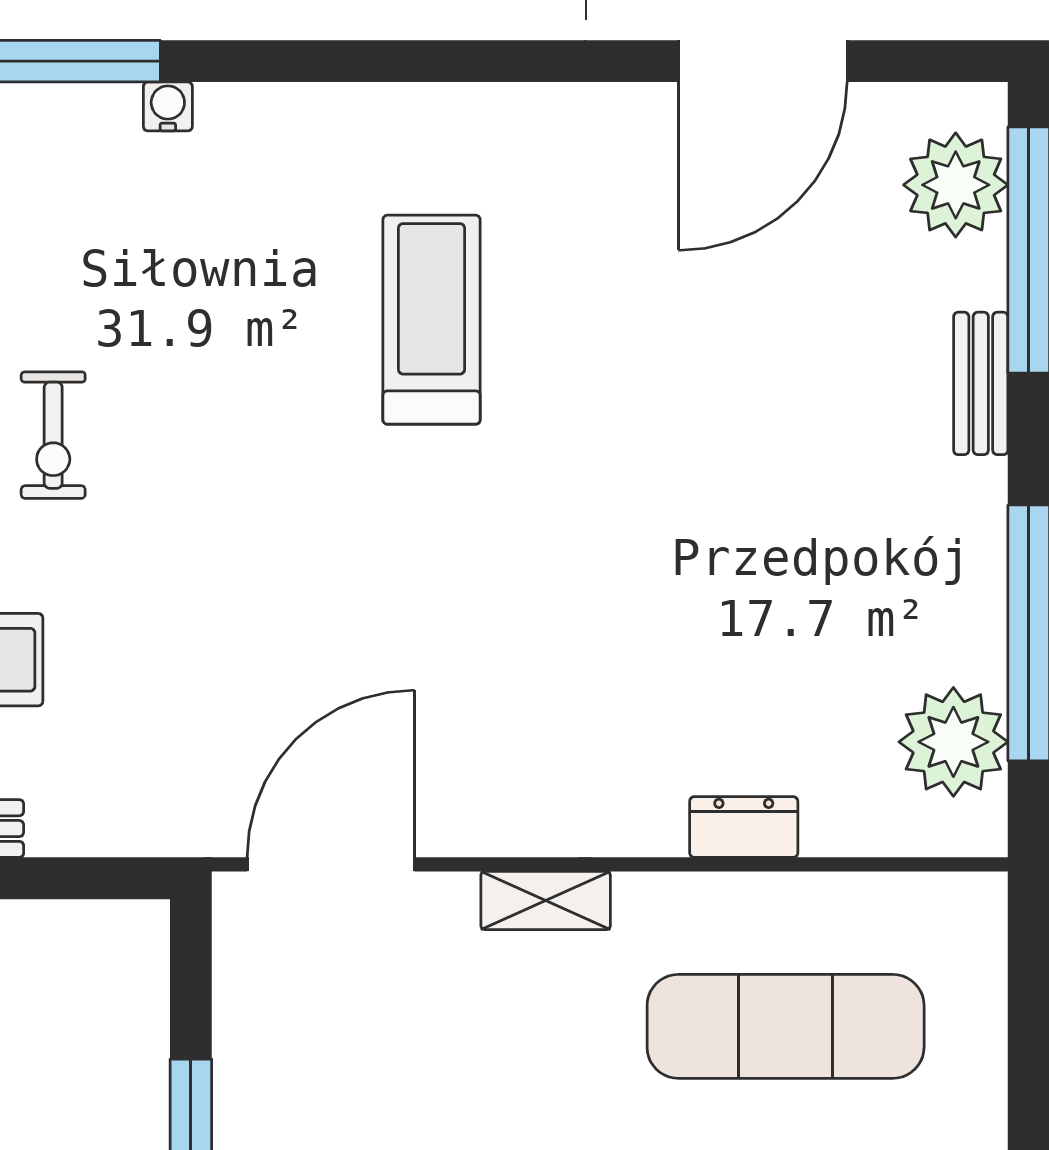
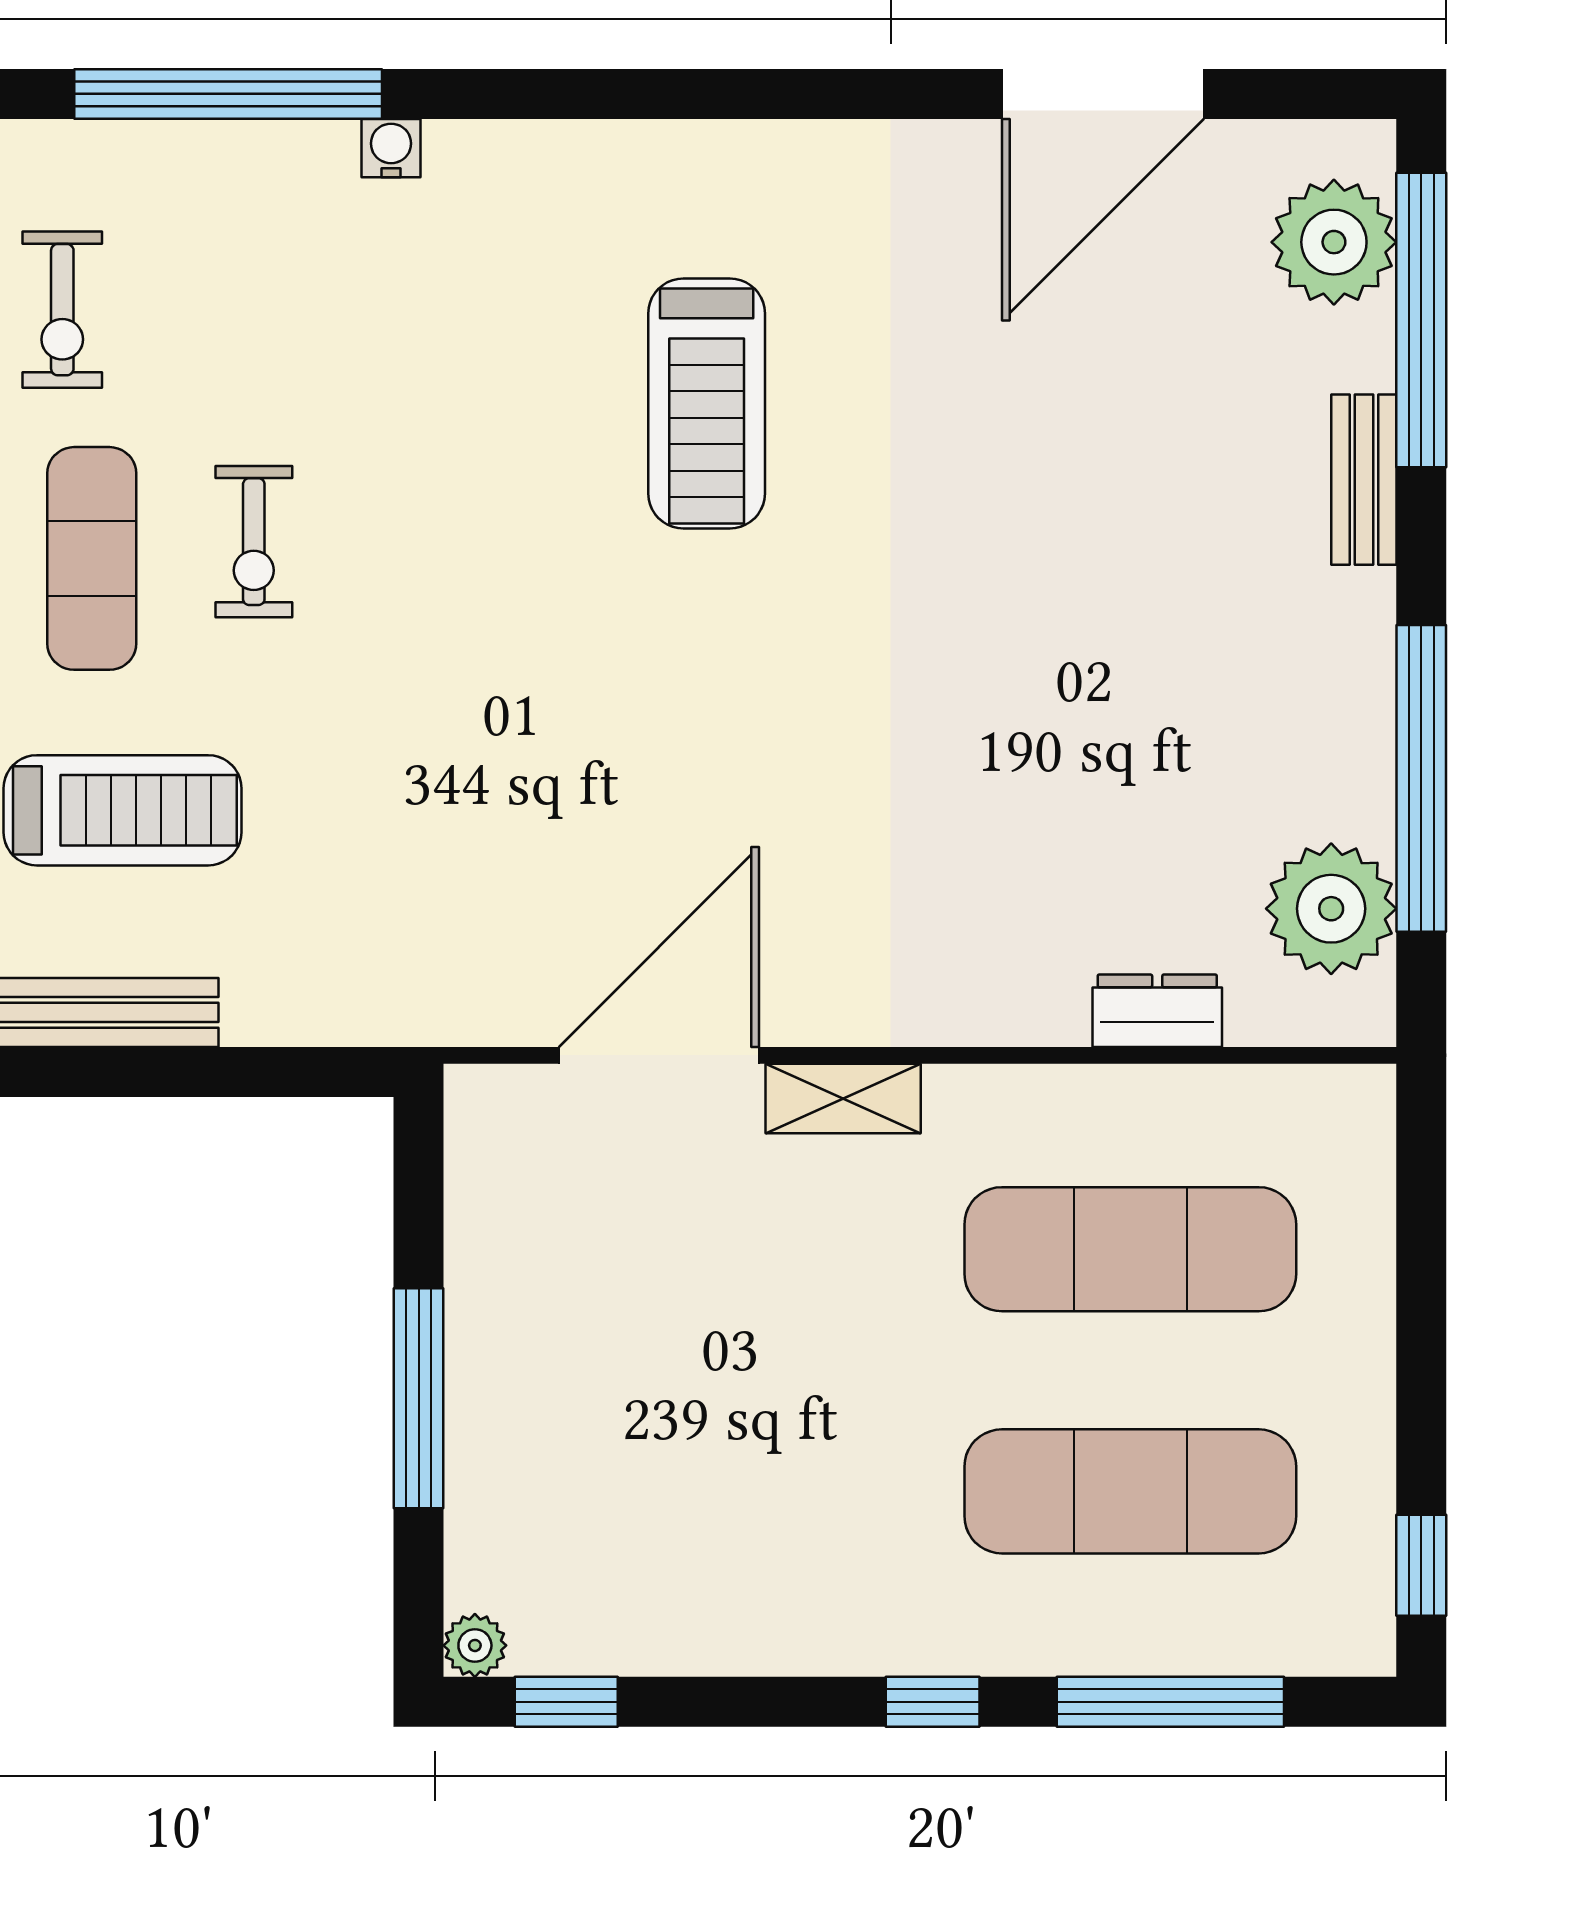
treadmill: (432, 320) -> (707, 403), turned 180
dresser: (744, 827) -> (1157, 1011), moved
door: (331, 864) -> (659, 1055), moved

